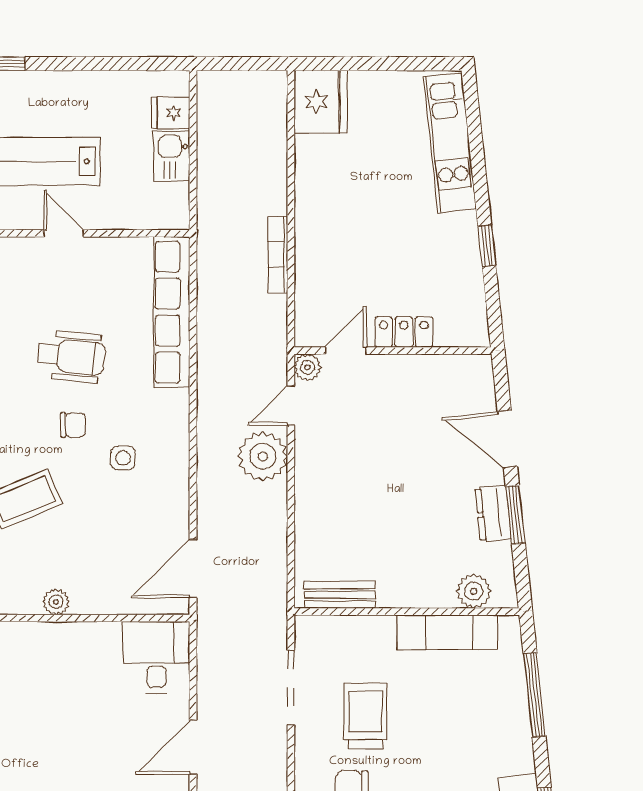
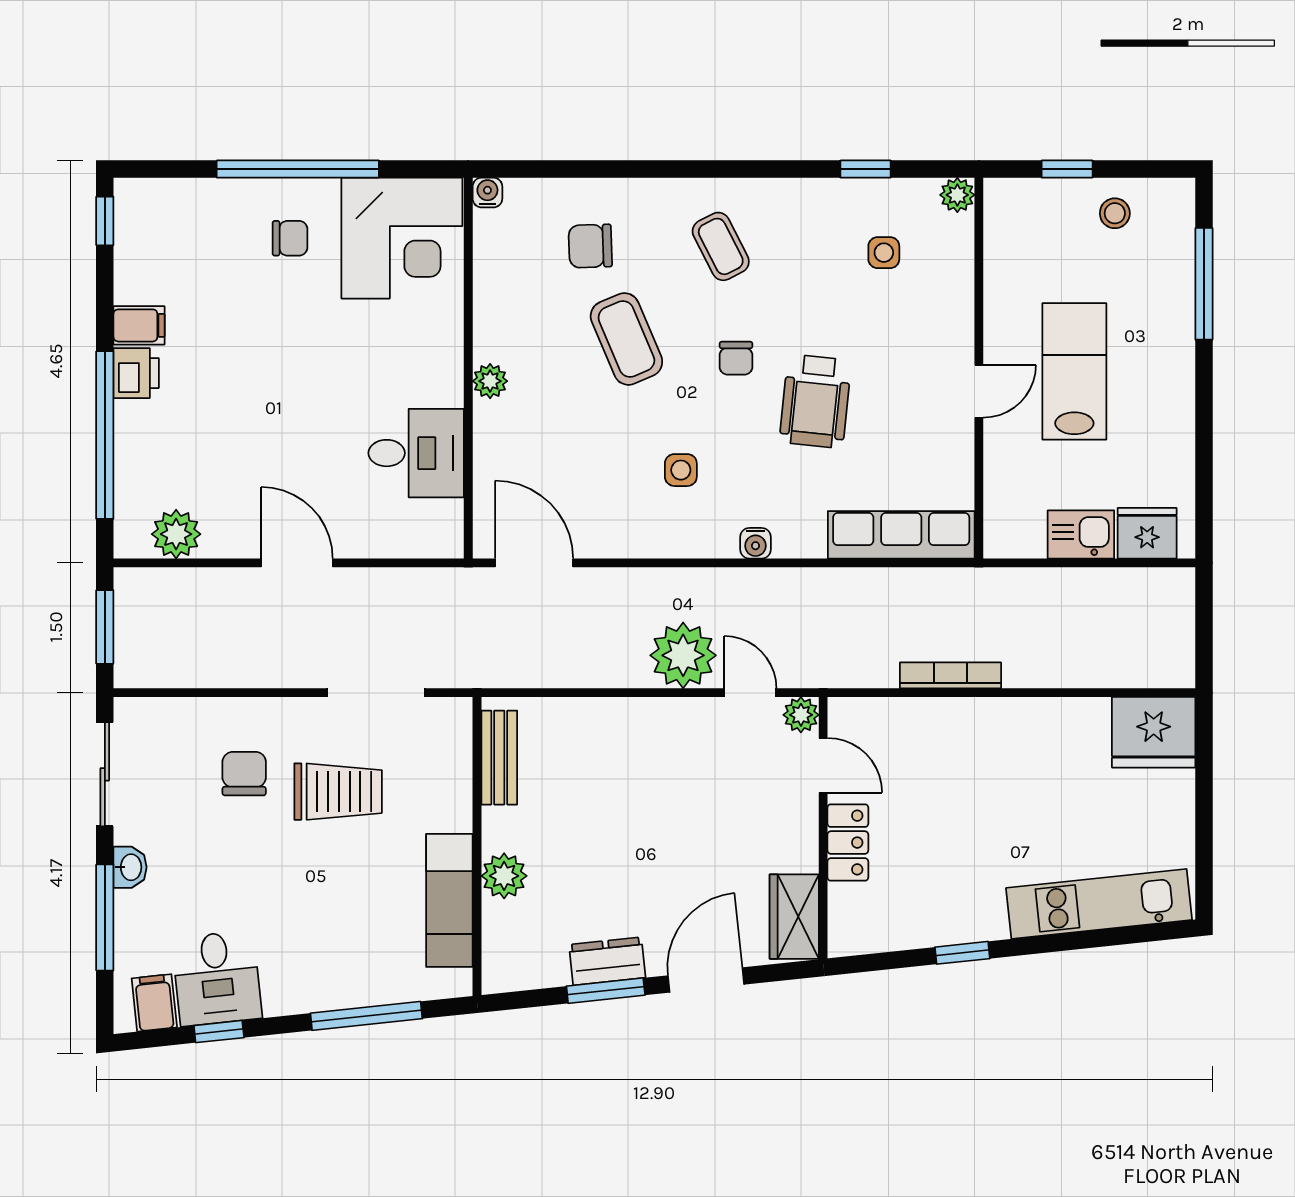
fridge: (171, 113) -> (1147, 533), width x1.38
row of seats: (172, 312) -> (901, 535), width x0.73
wardrobe: (460, 372) -> (794, 917), added
water cooler: (178, 402) -> (756, 543), added
chair: (73, 425) -> (736, 358), moved
plant: (474, 591) -> (504, 876), moved
desk: (156, 657) -> (416, 453), moved

